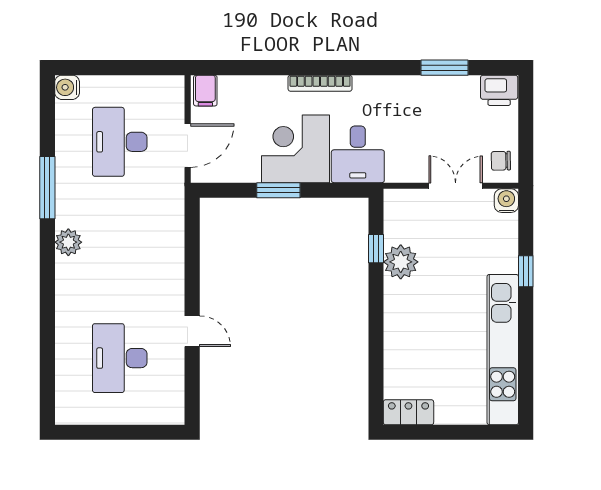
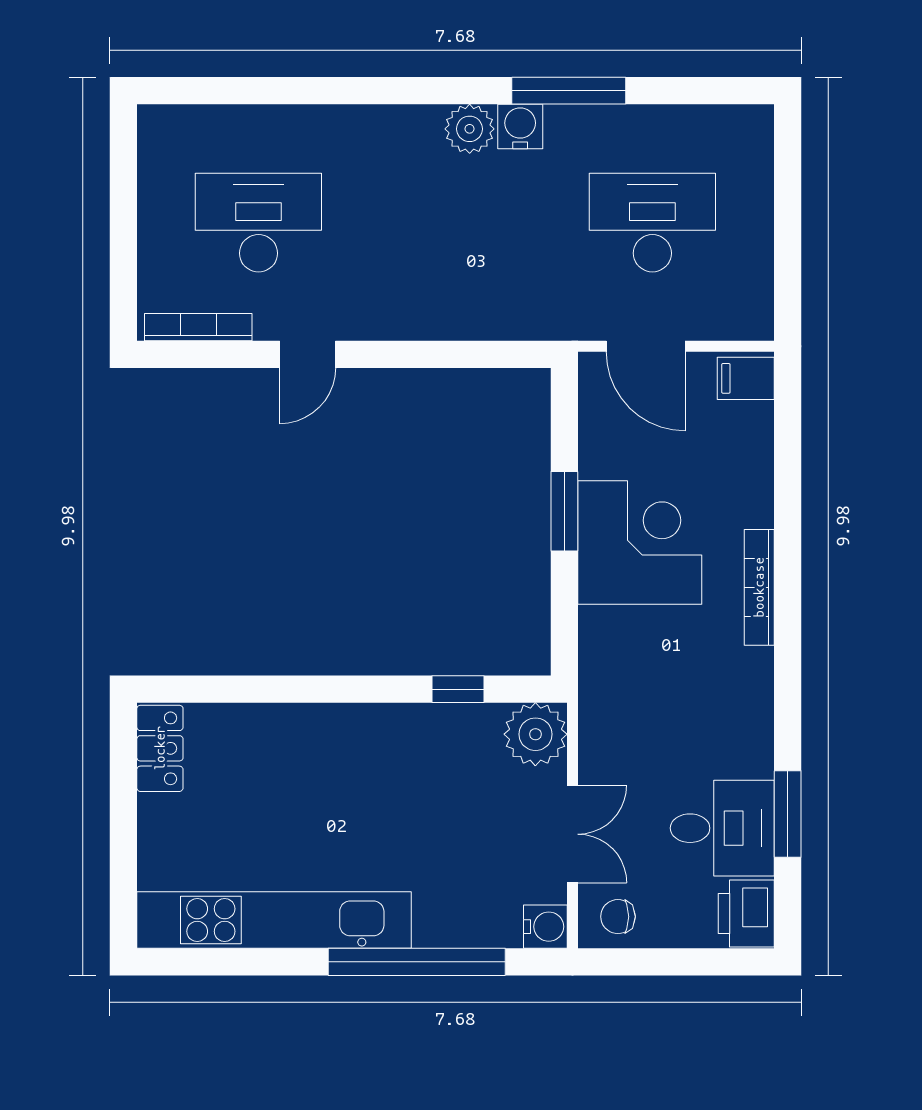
water cooler: (67, 87) -> (520, 127), moved
desk: (358, 154) -> (722, 828), moved, turned 180
chair: (501, 161) -> (618, 917), turned -89
plant: (401, 262) -> (535, 734), moved
window: (526, 271) -> (417, 962), width x3.17
bookcase: (177, 391) -> (198, 327), added

